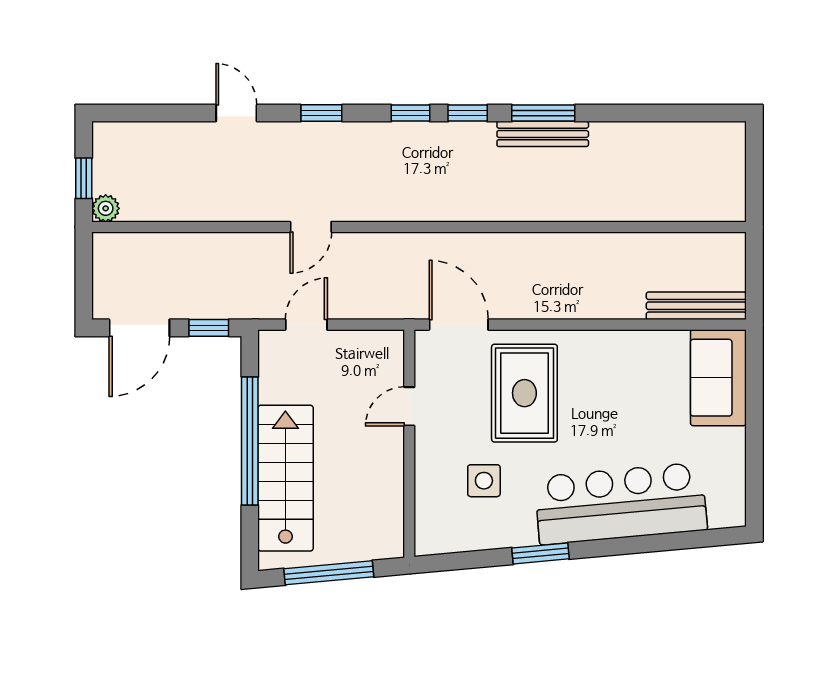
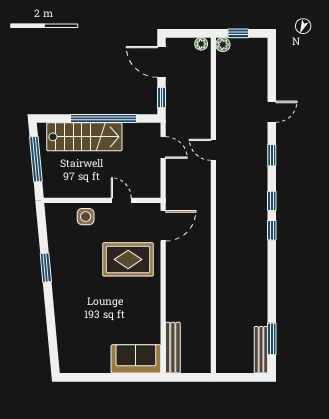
window: (543, 113) -> (272, 339), moved
bench: (543, 134) -> (261, 350), moved
plant: (104, 251) -> (201, 44), added
side table: (484, 481) -> (86, 217), moved
bar counter: (621, 503) -> (71, 309), removed

